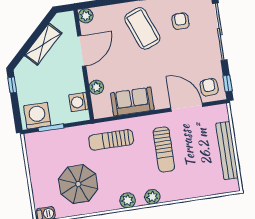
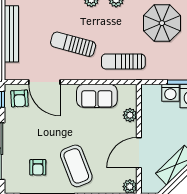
washing machine: (79, 102) -> (170, 93), moved, turned 90
sun lounger: (111, 140) -> (123, 61), turned 180
sun lounger: (164, 150) -> (73, 44), turned -75

